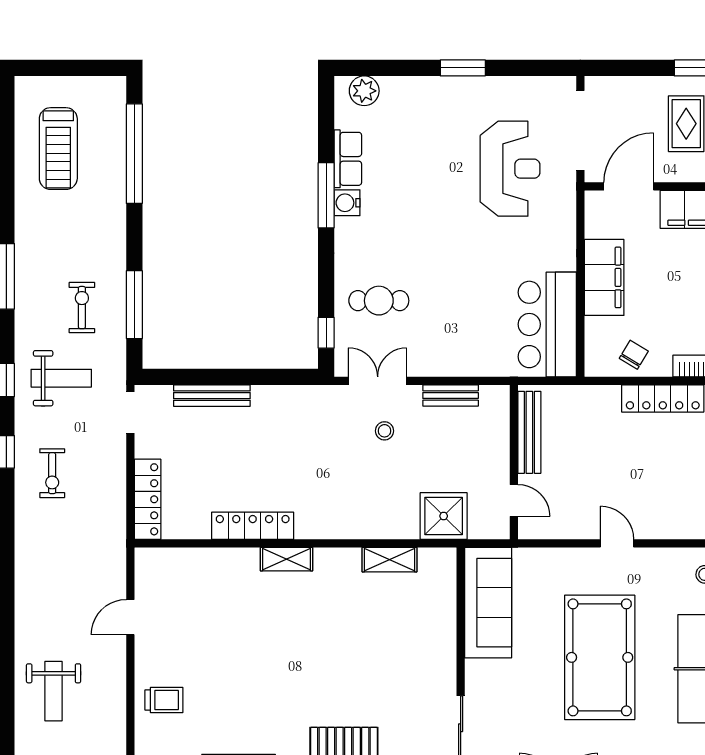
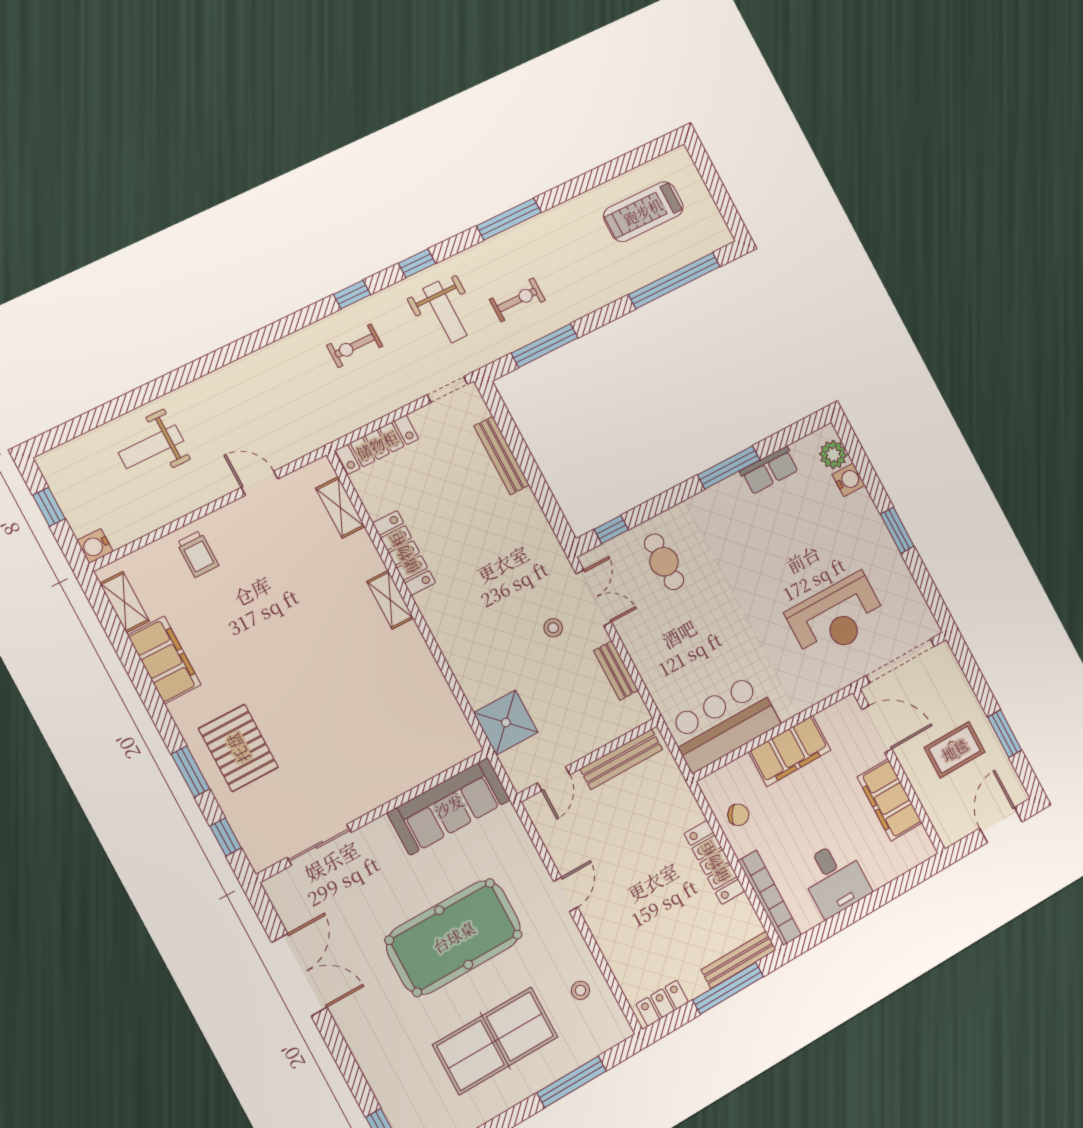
water cooler: (347, 203) -> (849, 480), moved, turned 90
shelving: (389, 560) -> (340, 507), moved

